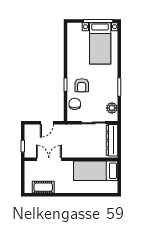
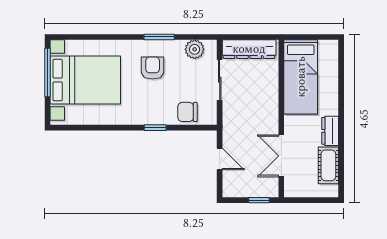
bed with nightstands: (100, 43) -> (85, 80), width x1.36
armchair: (82, 85) -> (153, 68), moved, turned -90
dresser: (64, 188) -> (330, 131), added

